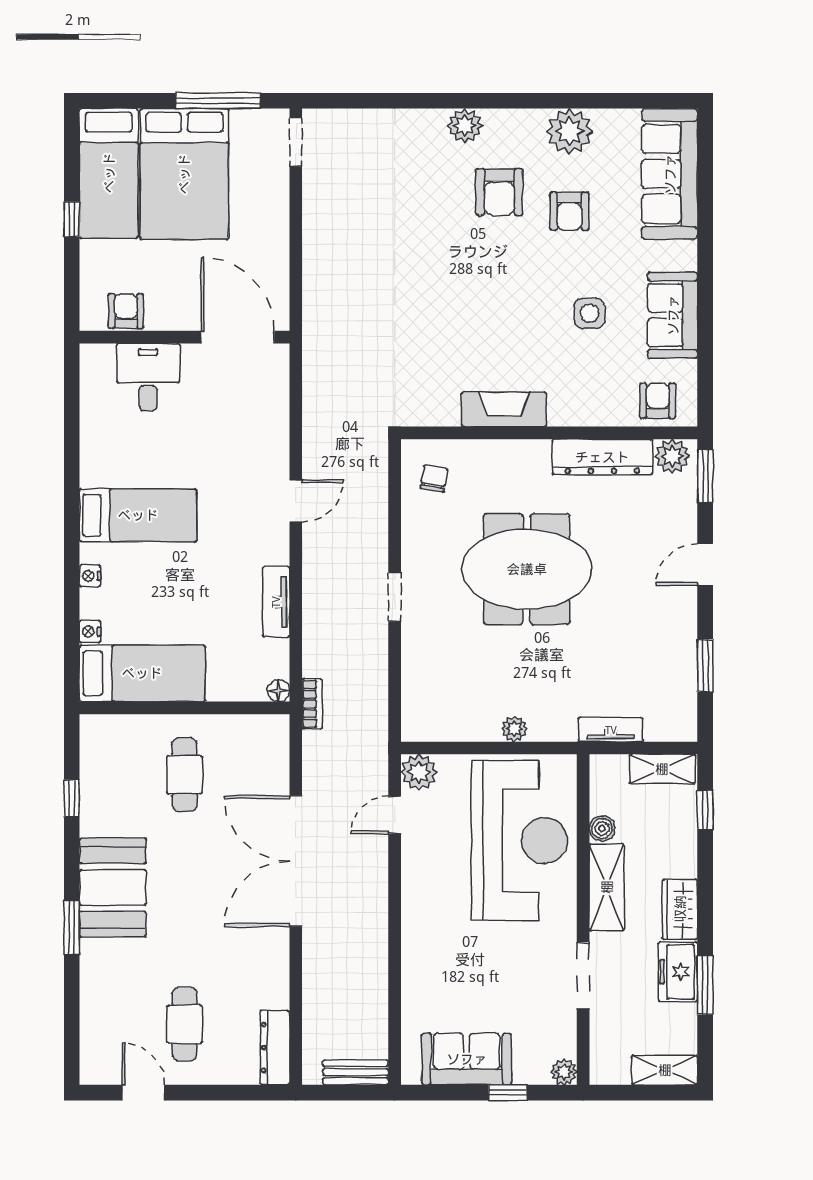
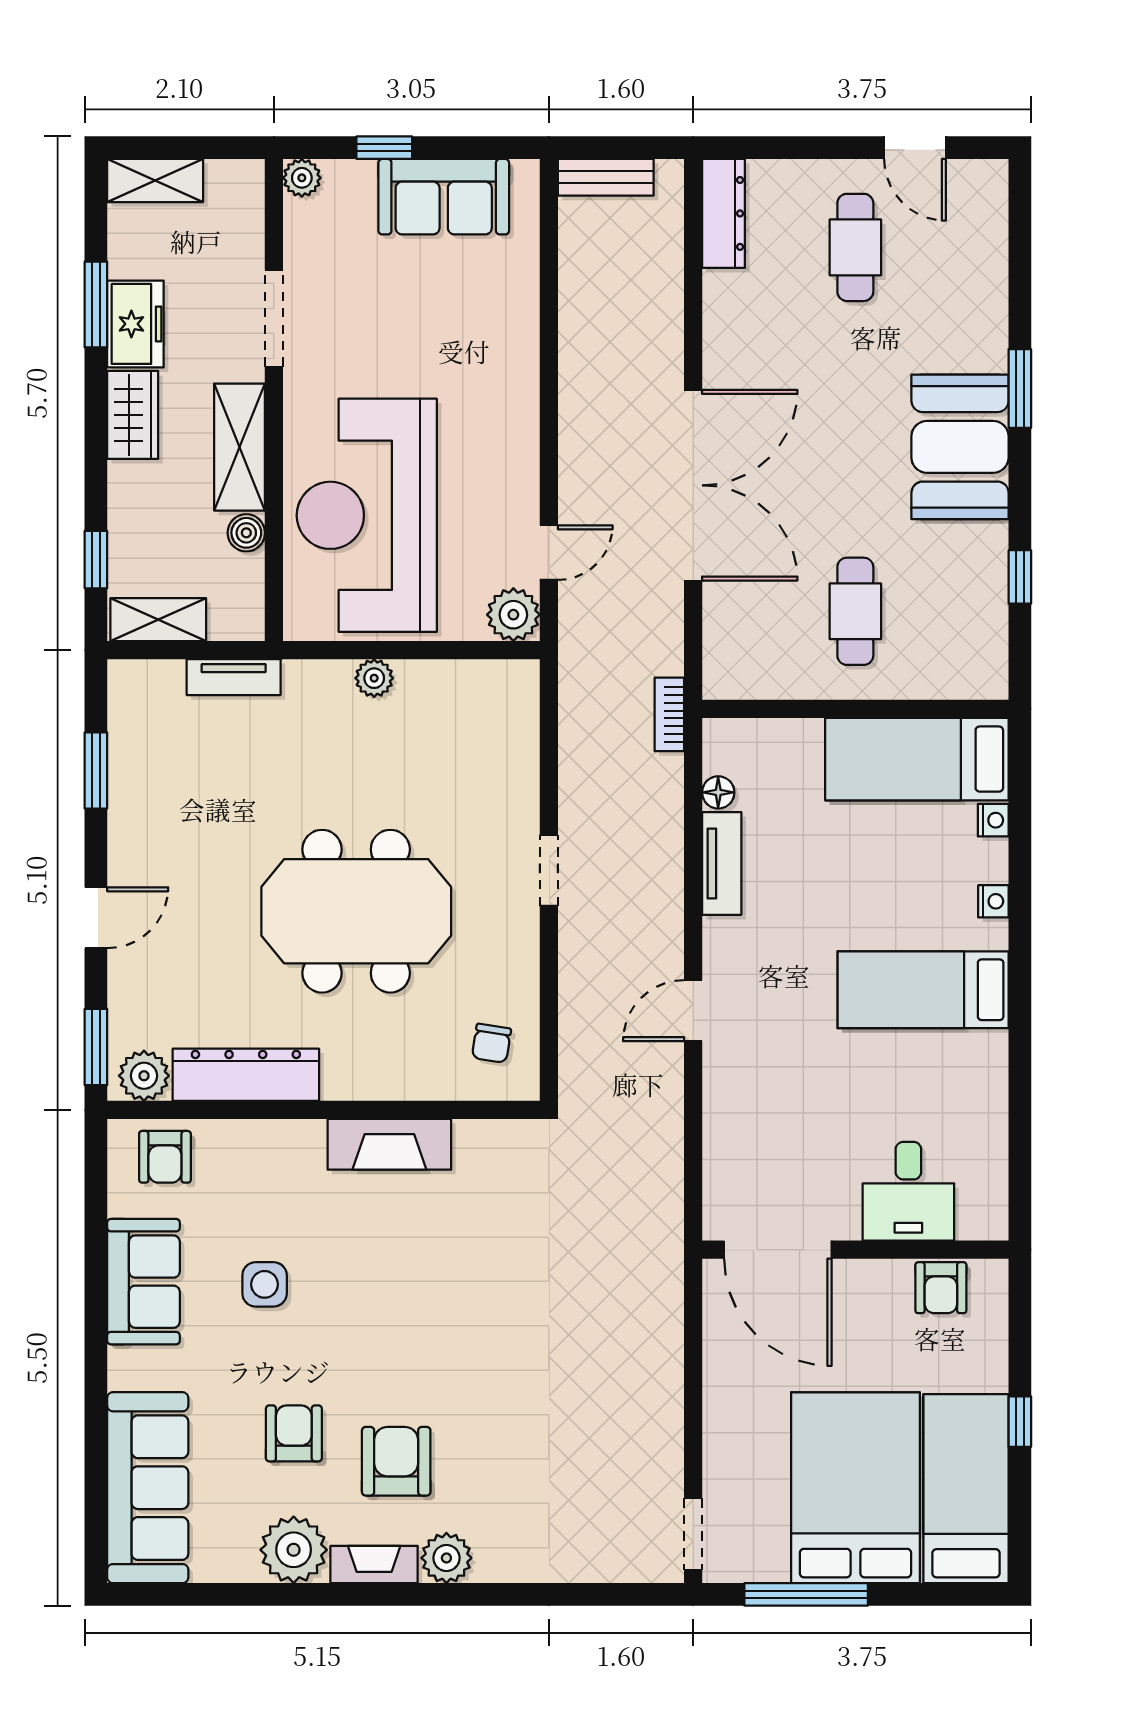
fireplace: (514, 121) -> (374, 1564), added
floor lamp: (279, 691) -> (718, 792), moved

